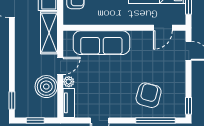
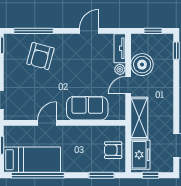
door: (163, 28) -> (47, 123), moved
sofa: (101, 43) -> (87, 108), width x0.73

